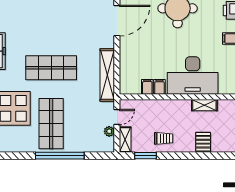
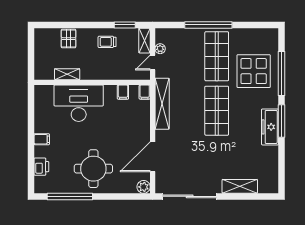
shop shelf: (51, 68) -> (217, 111), turned 90
filing cabinet: (159, 87) -> (145, 92), moved

